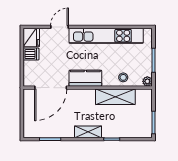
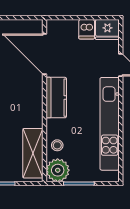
plant: (147, 81) -> (58, 170), width x1.87, depth x1.87
shelving: (115, 97) -> (33, 153), moved

